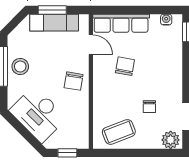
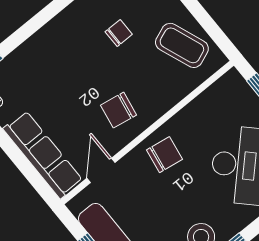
chair: (125, 66) -> (118, 110), moved

